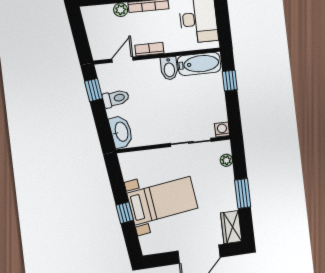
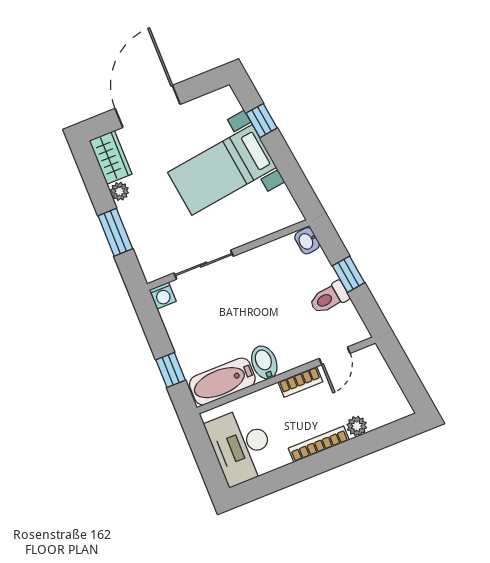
window: (94, 90) -> (349, 274), moved
washbasin: (121, 132) -> (307, 241), width x0.52, depth x0.69
plant: (226, 160) -> (120, 191), moved
window: (243, 193) -> (115, 232), moved
window: (125, 213) -> (262, 121), moved

